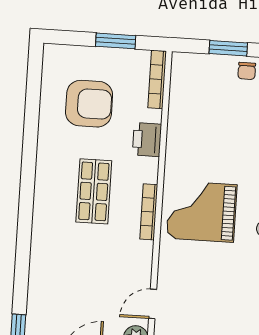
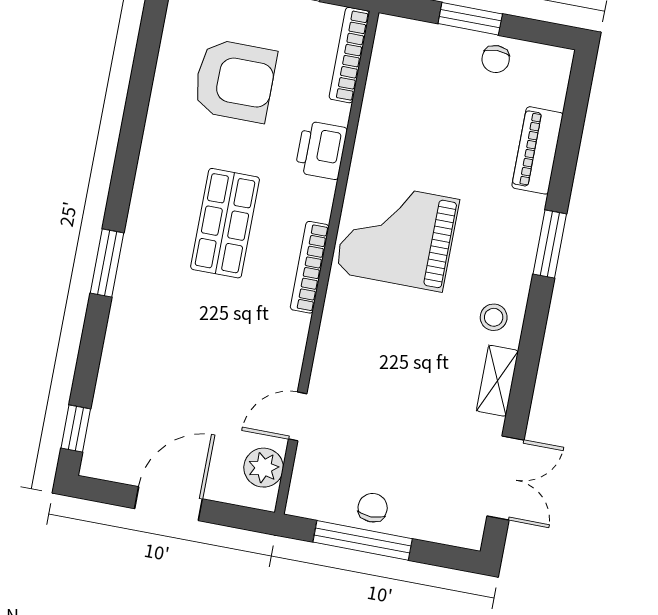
grand piano: (202, 211) -> (397, 236), moved
window: (25, 225) -> (107, 263), added

